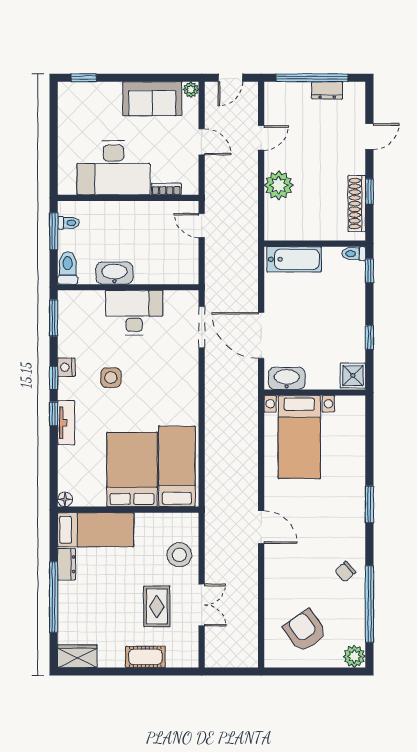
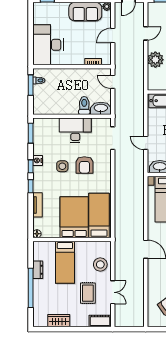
door: (202, 142) -> (113, 35), swing flipped
desk: (113, 168) -> (48, 45), moved, turned 90
toilet: (68, 268) -> (84, 105), moved
washbasin: (114, 273) -> (101, 108), moved
door: (261, 336) -> (146, 143), width x0.53
armchair: (151, 375) -> (84, 165), added
tv unit: (66, 423) -> (38, 205), moved
bed: (96, 530) -> (65, 262), moved, turned 90
wardrobe: (77, 656) -> (59, 321), moved
cot: (145, 657) -> (100, 321), moved

